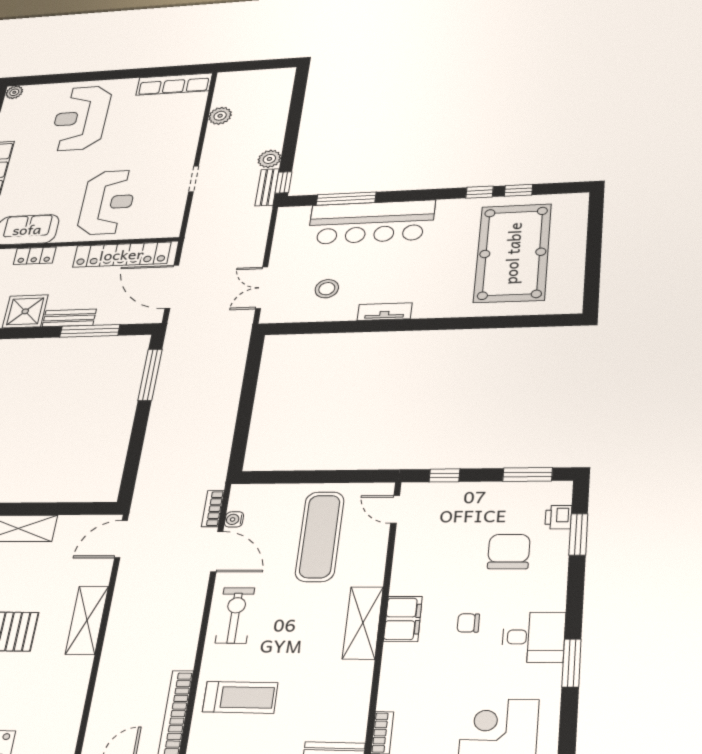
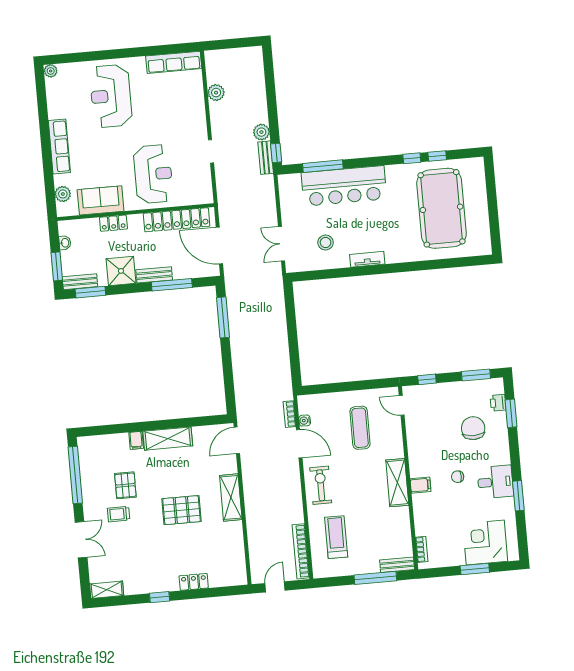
exercise mat: (320, 536) -> (360, 428), width x0.73, depth x0.69
filing cabinet: (403, 619) -> (421, 485), width x0.50
treadmill: (240, 697) -> (336, 537), turned -90

